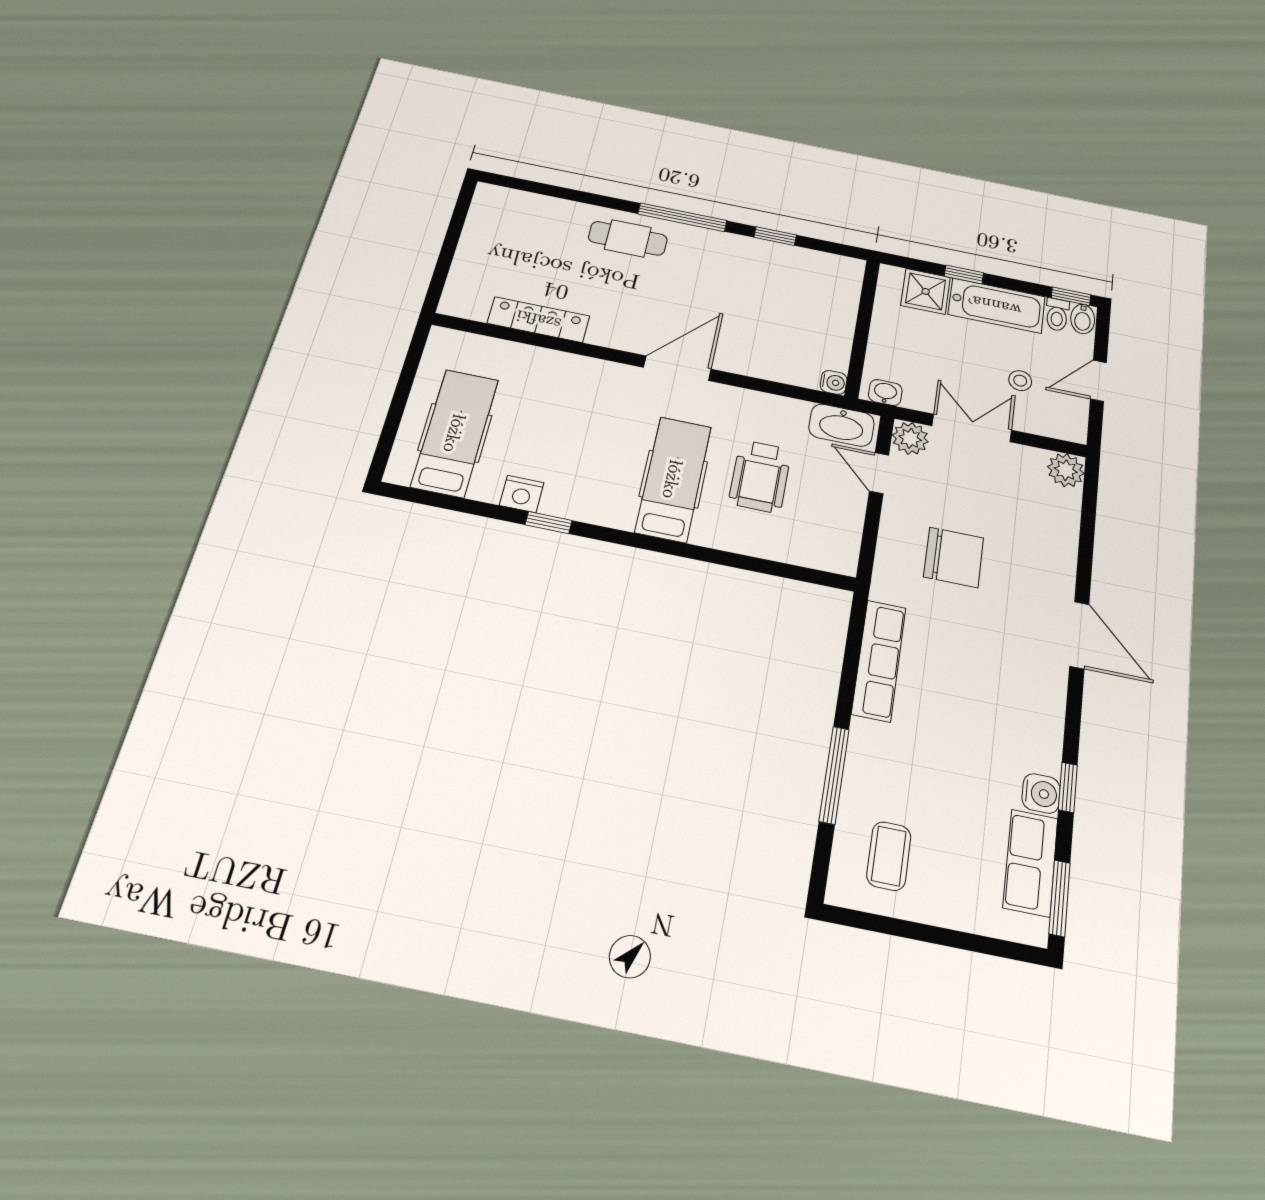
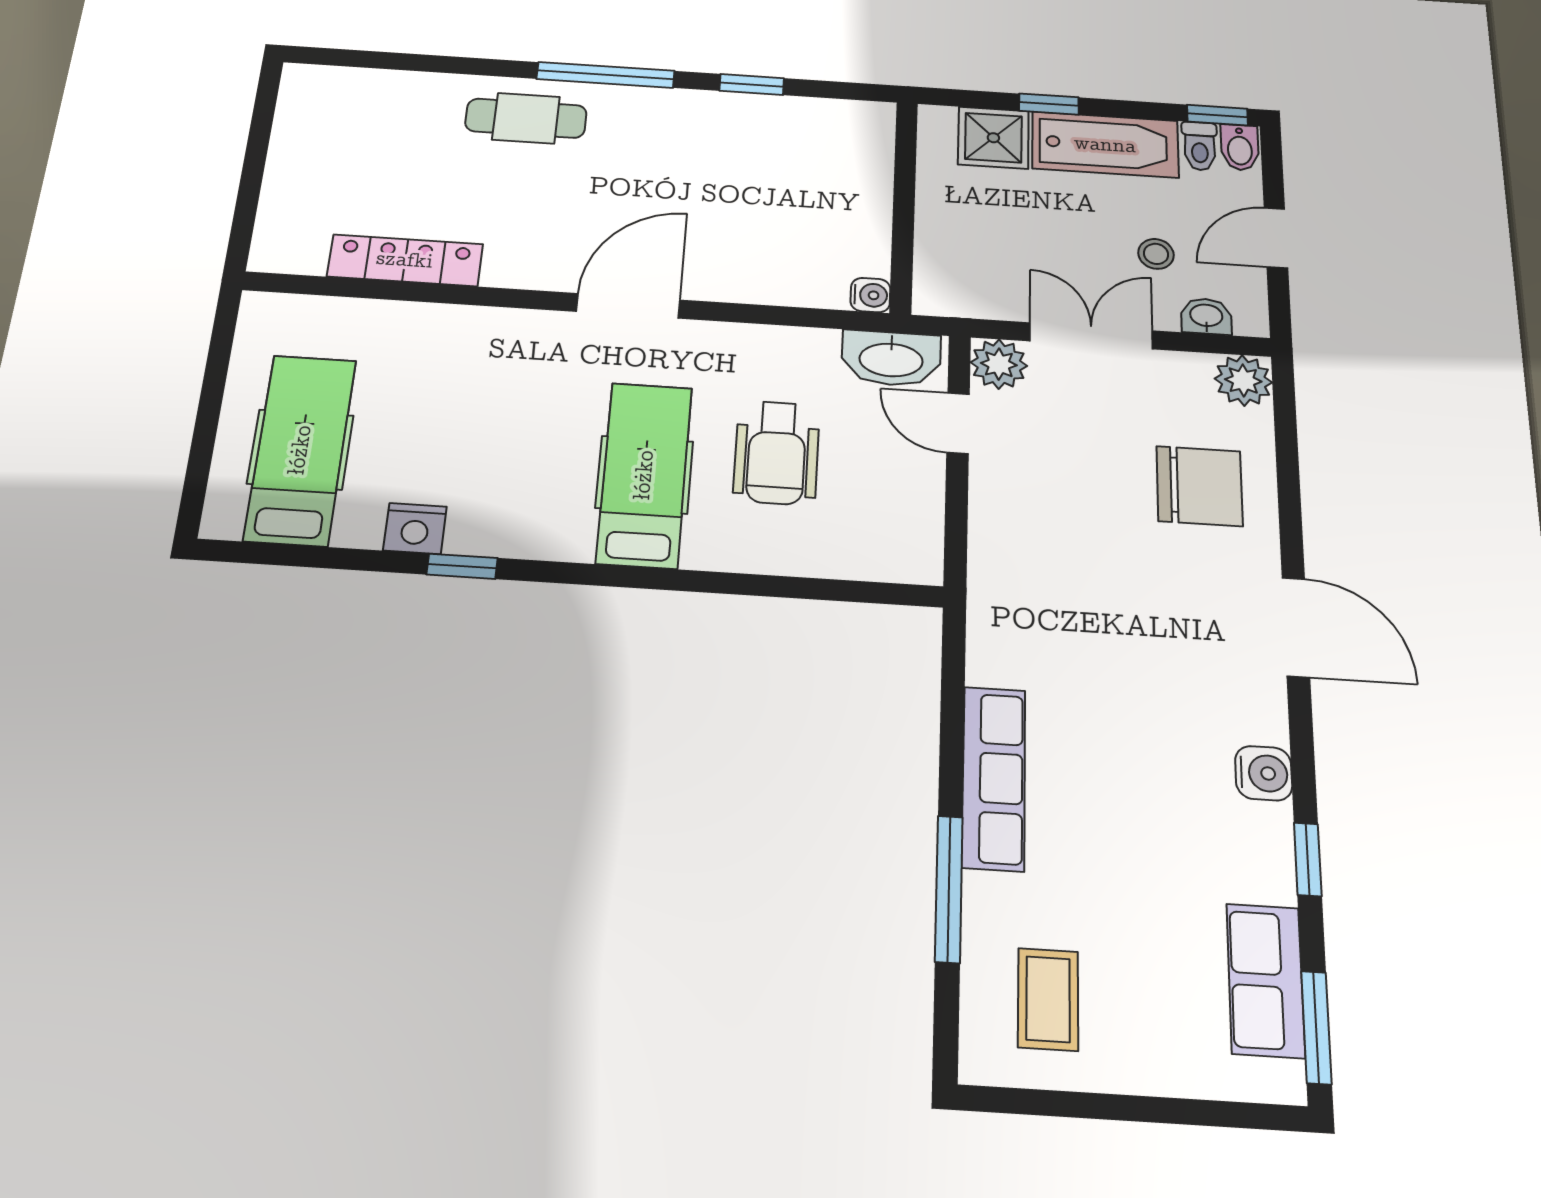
washbasin: (885, 393) -> (1206, 316), moved
chair: (954, 557) -> (1199, 486), moved
row of seats: (879, 660) -> (994, 778), moved
water cooler: (1041, 793) -> (1264, 773), moved

